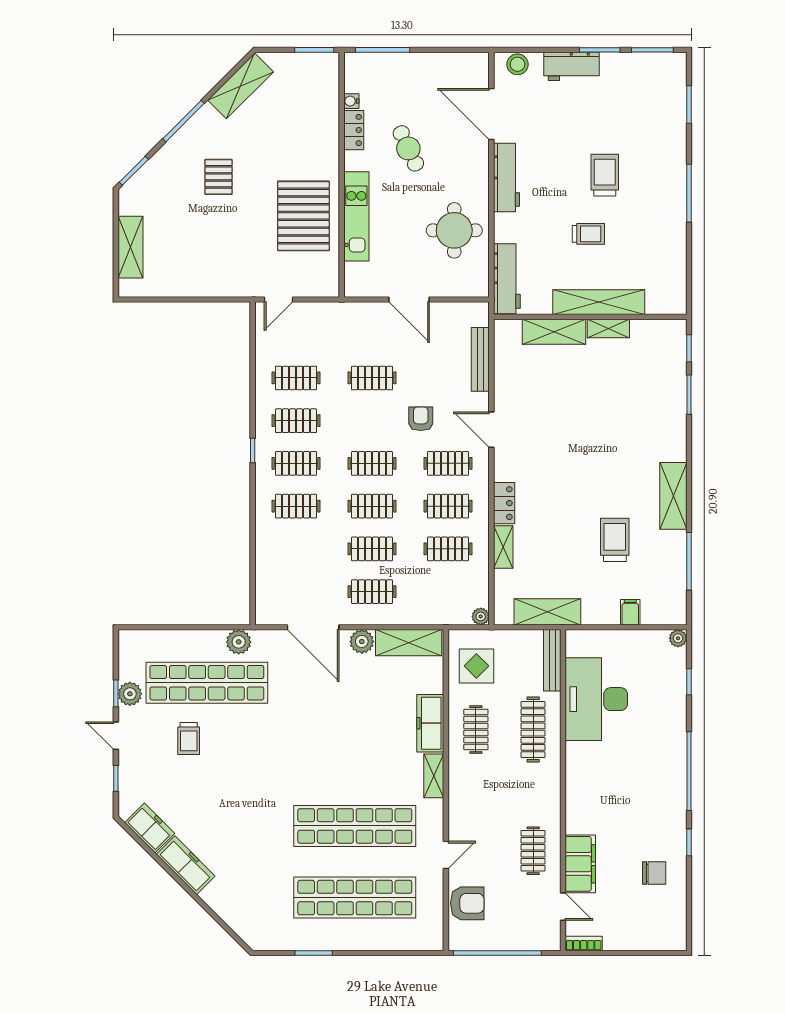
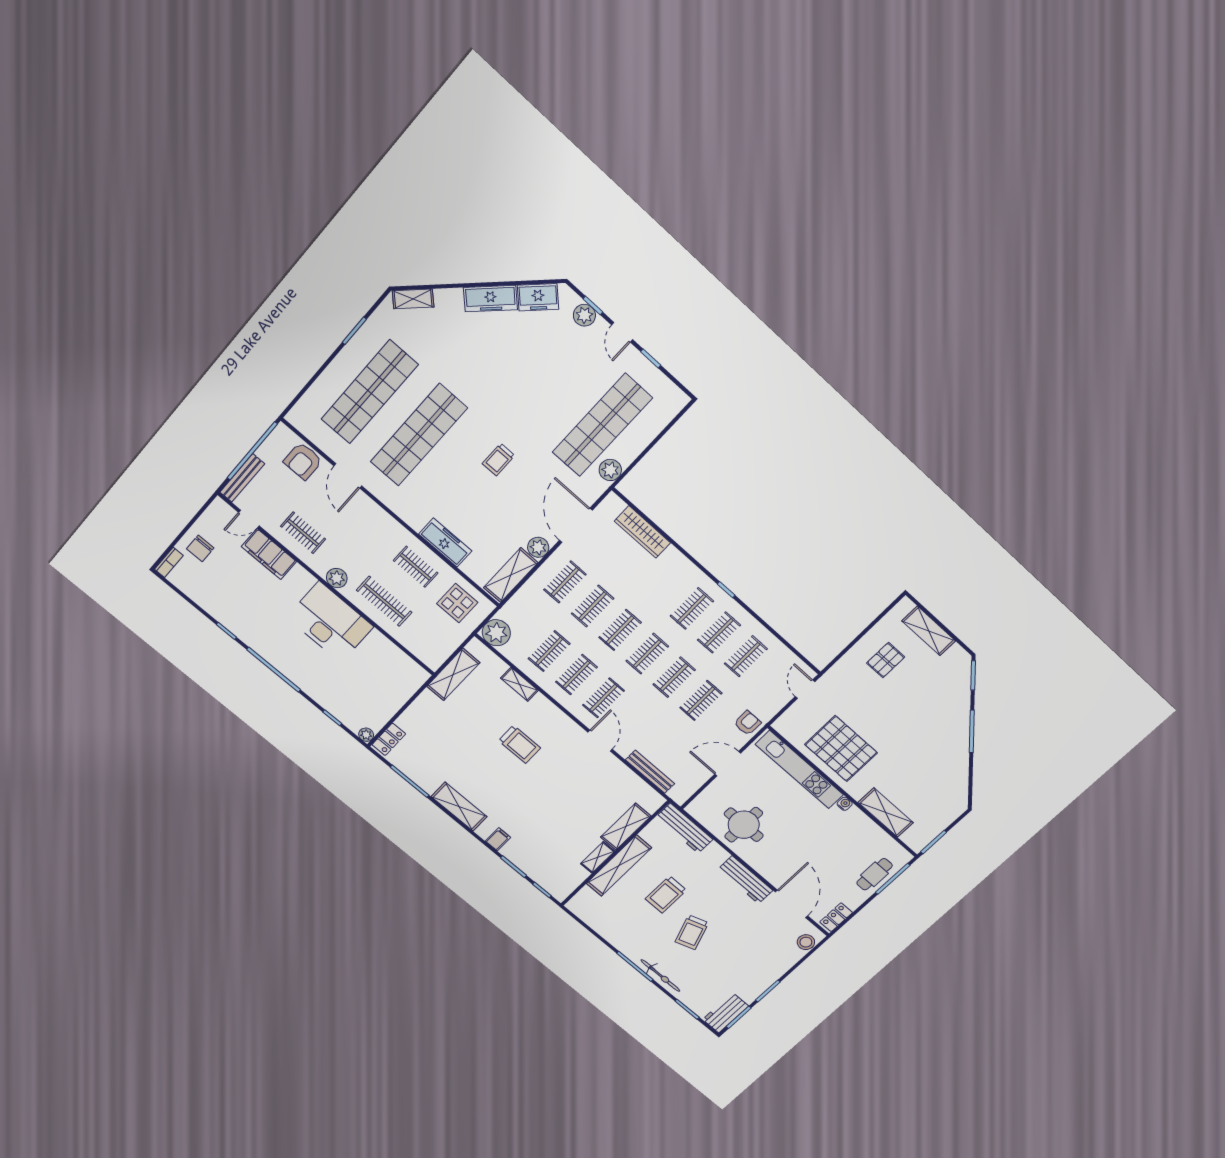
workbench: (572, 66) -> (725, 1013), moved
shelving: (241, 86) -> (886, 813), moved, turned -45
water cooler: (351, 101) -> (845, 804), moved
door: (491, 114) -> (792, 904), hinge flipped
locker: (354, 130) -> (836, 917), moved, turned 90
cafe table: (408, 148) -> (875, 874), moved, turned -65
bicycle: (677, 161) -> (660, 976), added
trolley: (605, 175) -> (692, 932), turned 71
pallet: (218, 177) -> (886, 660), moved, turned 90
kitchen unit: (356, 216) -> (799, 770), width x1.36
trolley: (588, 234) -> (666, 895), width x1.36, depth x1.39
armchair: (421, 419) -> (747, 723), moved, turned -90
door: (491, 430) -> (600, 741), hinge flipped
locker: (504, 503) -> (389, 739), moved, turned -90
clothes rail: (296, 506) -> (674, 677), moved
trolley: (615, 540) -> (520, 744), moved
wardrobe: (267, 567) -> (642, 532), added
filing cabinet: (630, 612) -> (498, 839), moved, turned -90
plant: (481, 616) -> (496, 633), width x1.88, depth x1.88
door: (313, 627) -> (576, 525), hinge flipped
bench: (552, 660) -> (242, 478), moved, turned 90
plant: (130, 694) -> (584, 315), moved
desk: (596, 699) -> (330, 622), moved
door: (116, 736) -> (622, 332), swing flipped
trolley: (189, 739) -> (498, 460), moved, turned -90
shelving: (434, 776) -> (413, 299), moved, turned -45
plant: (549, 788) -> (337, 578), added
door: (446, 855) -> (348, 476), width x1.38
chair: (654, 873) -> (200, 548), moved
bookcase: (584, 943) -> (169, 562), moved

